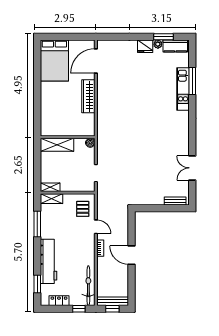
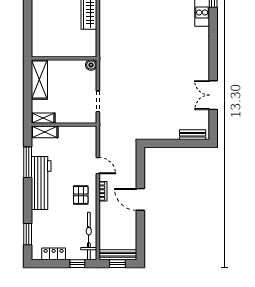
shelving: (57, 145) -> (39, 79), moved, turned 90
pallet: (83, 209) -> (81, 195), moved
workbench: (49, 261) -> (41, 183), moved

